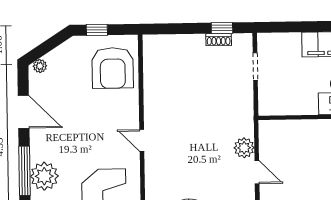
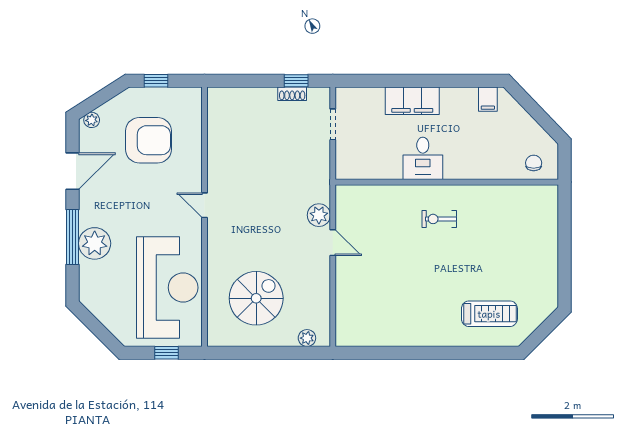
armchair: (113, 68) -> (148, 140), moved, turned -90
door: (24, 112) -> (72, 171), hinge flipped

